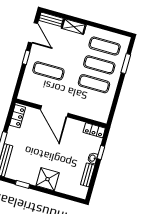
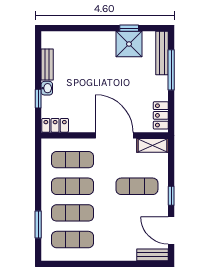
shelving: (74, 26) -> (153, 145), moved
exercise mat: (89, 103) -> (72, 160), added
shower: (48, 179) -> (129, 44), moved

